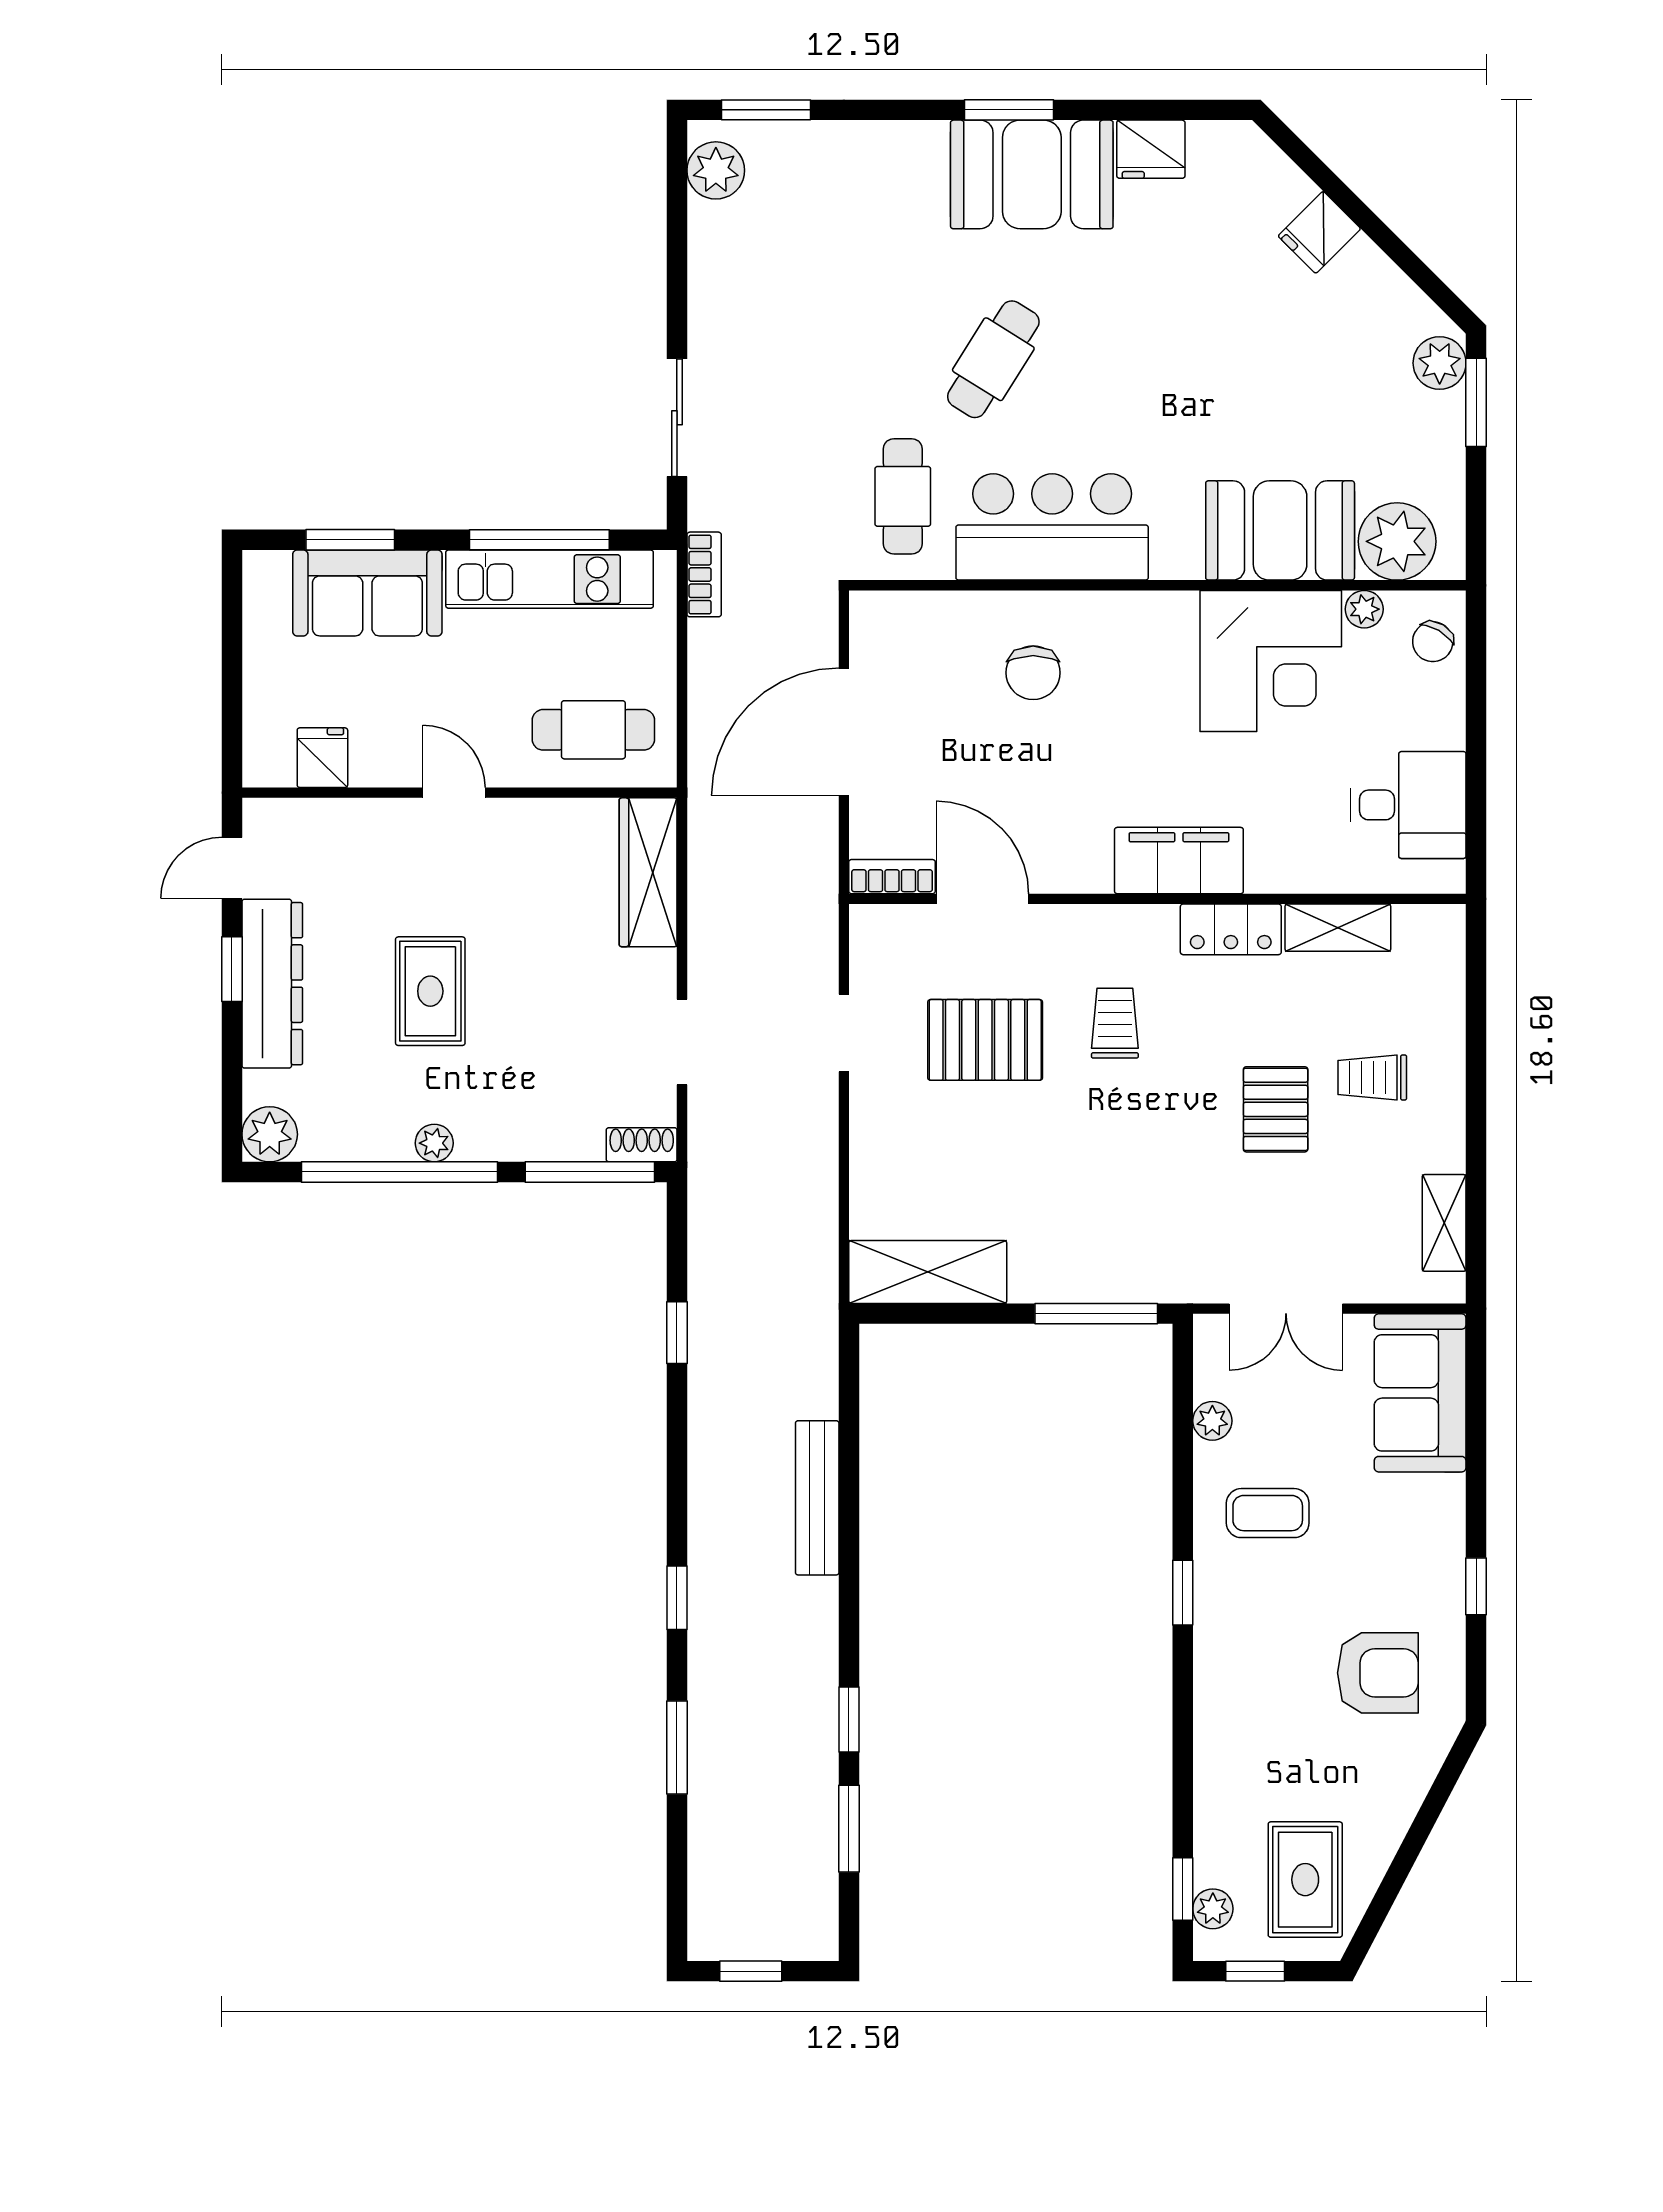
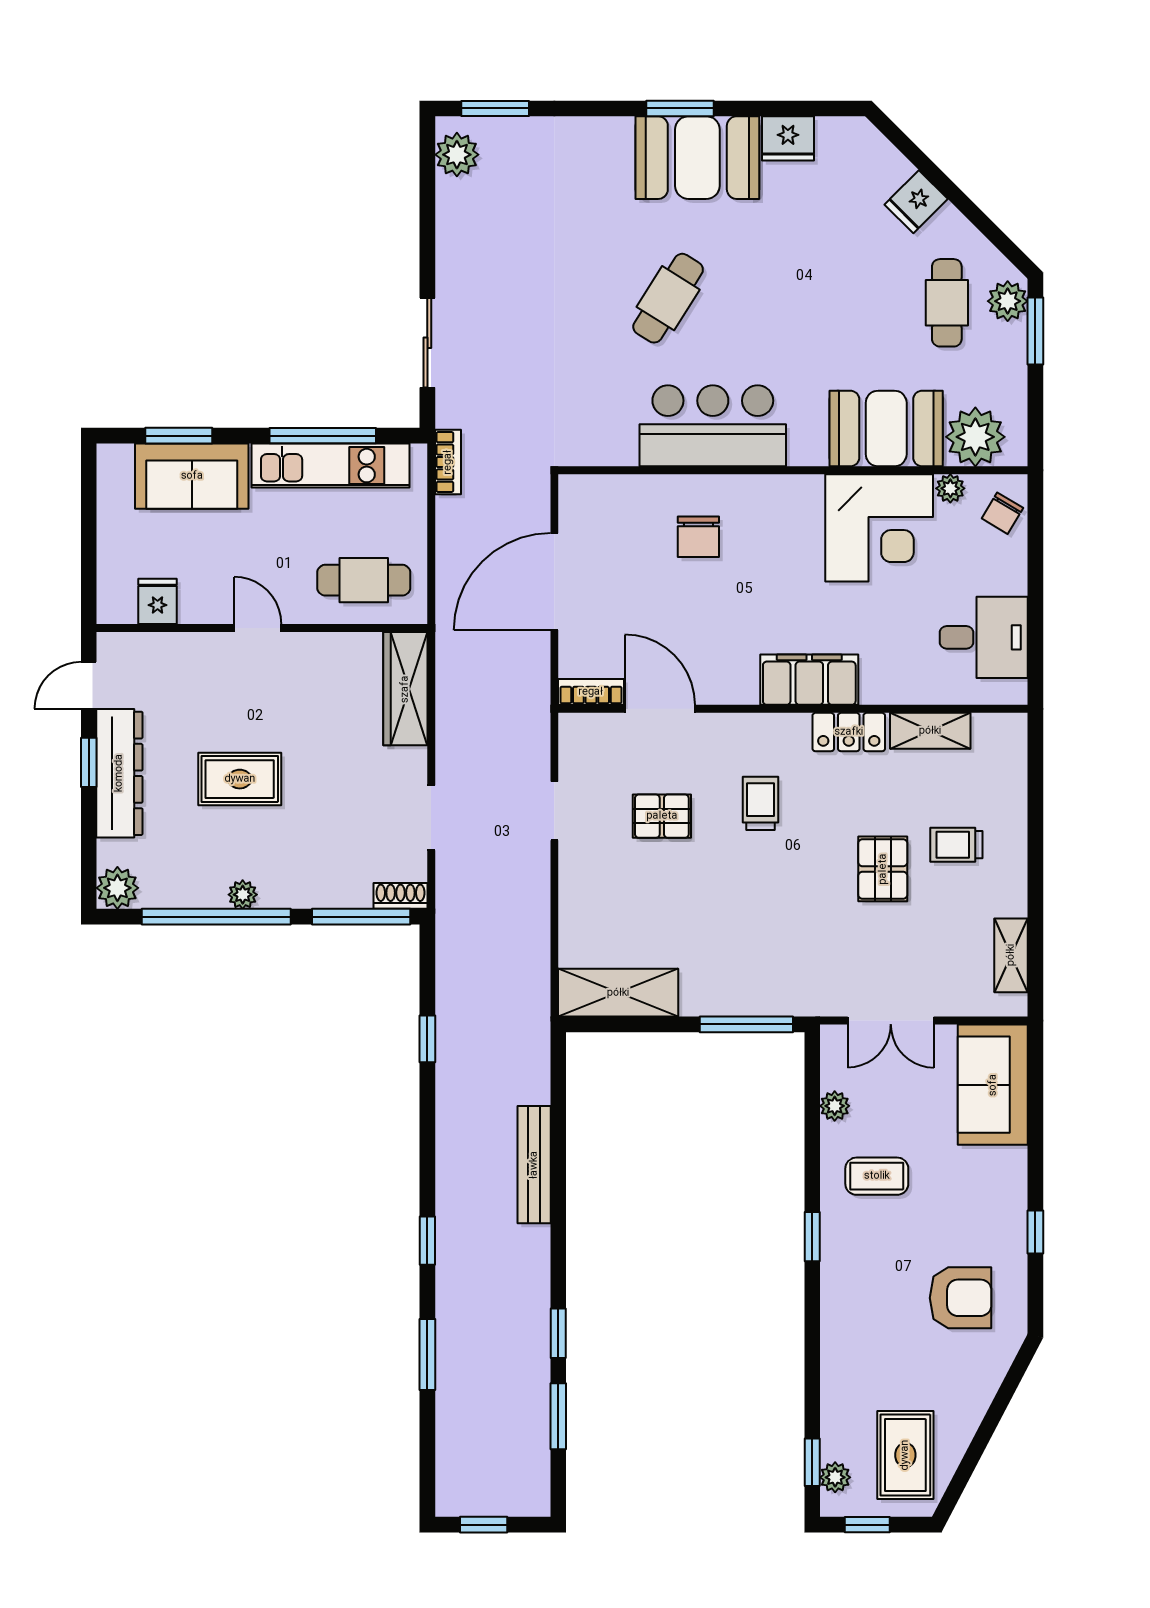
cafe table: (903, 496) -> (947, 303), moved
rug: (430, 991) -> (240, 779), turned 90
pallet: (985, 1040) -> (662, 816), width x0.67, depth x0.71

